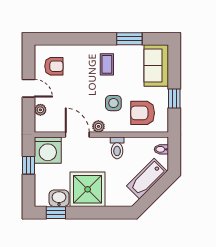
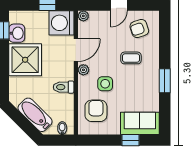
window: (129, 39) -> (165, 81), moved
coffee table: (107, 64) -> (131, 58), moved
armchair: (54, 66) -> (139, 29), turned 71
window: (174, 99) -> (130, 140), moved
plant: (40, 110) -> (83, 16), moved

